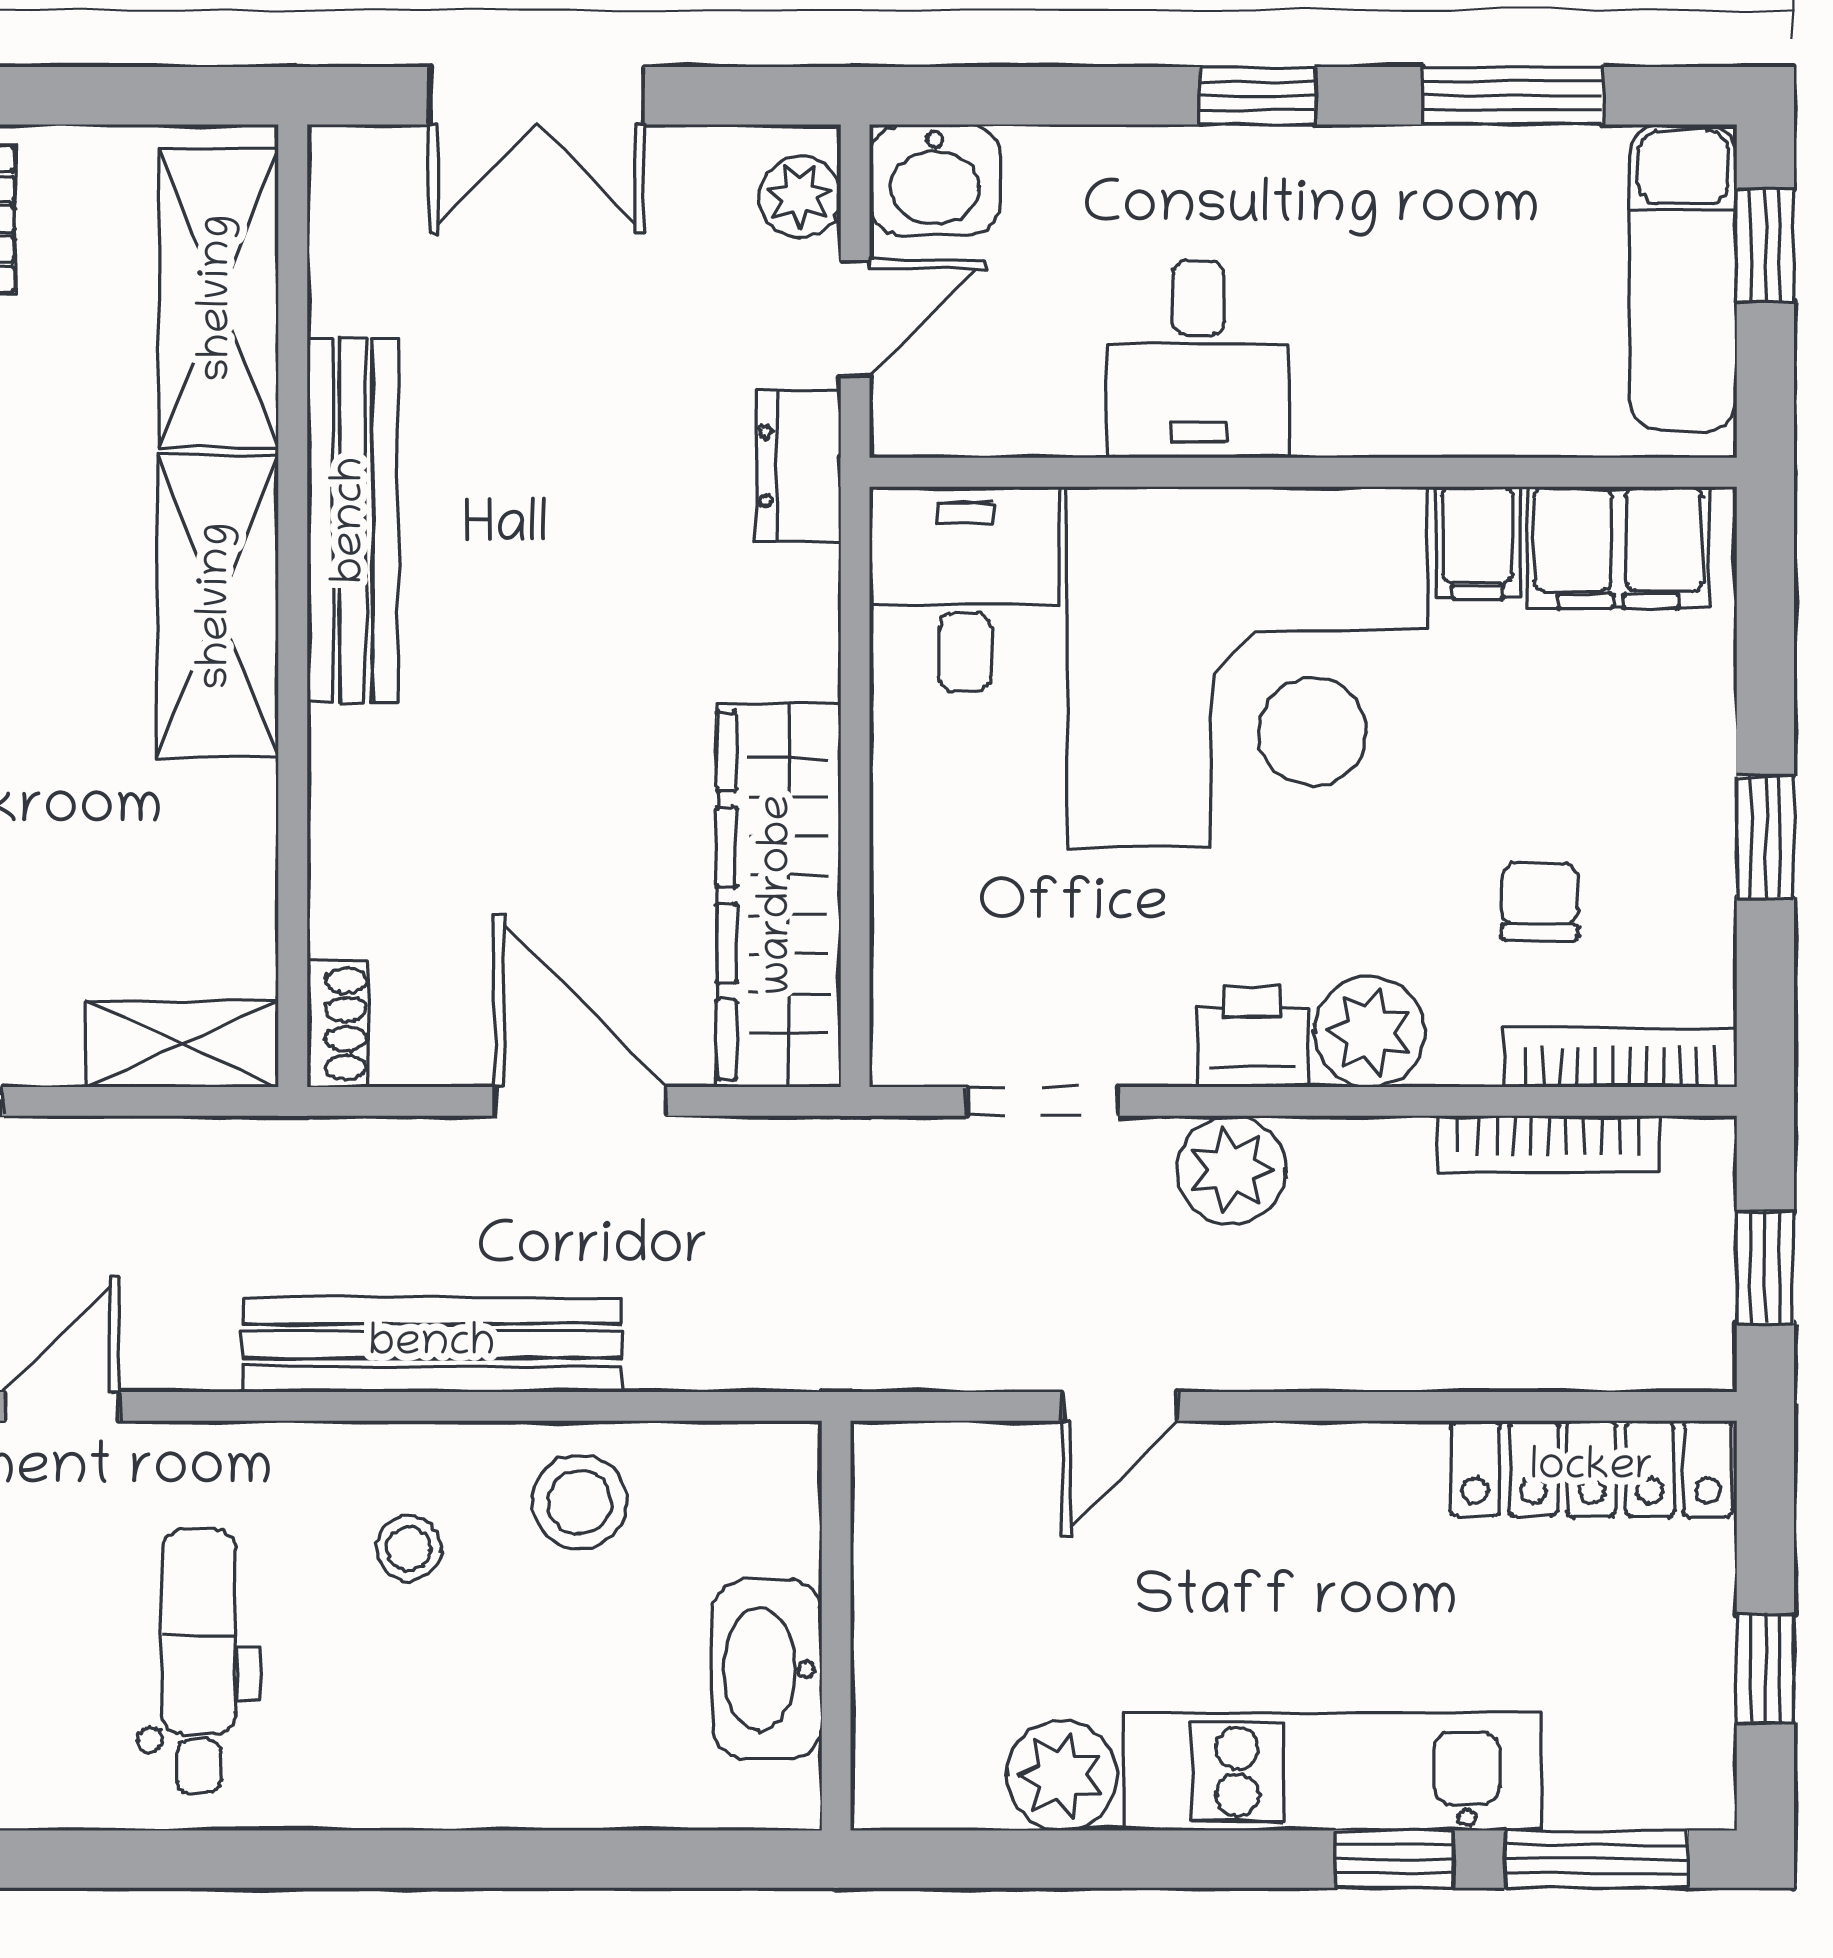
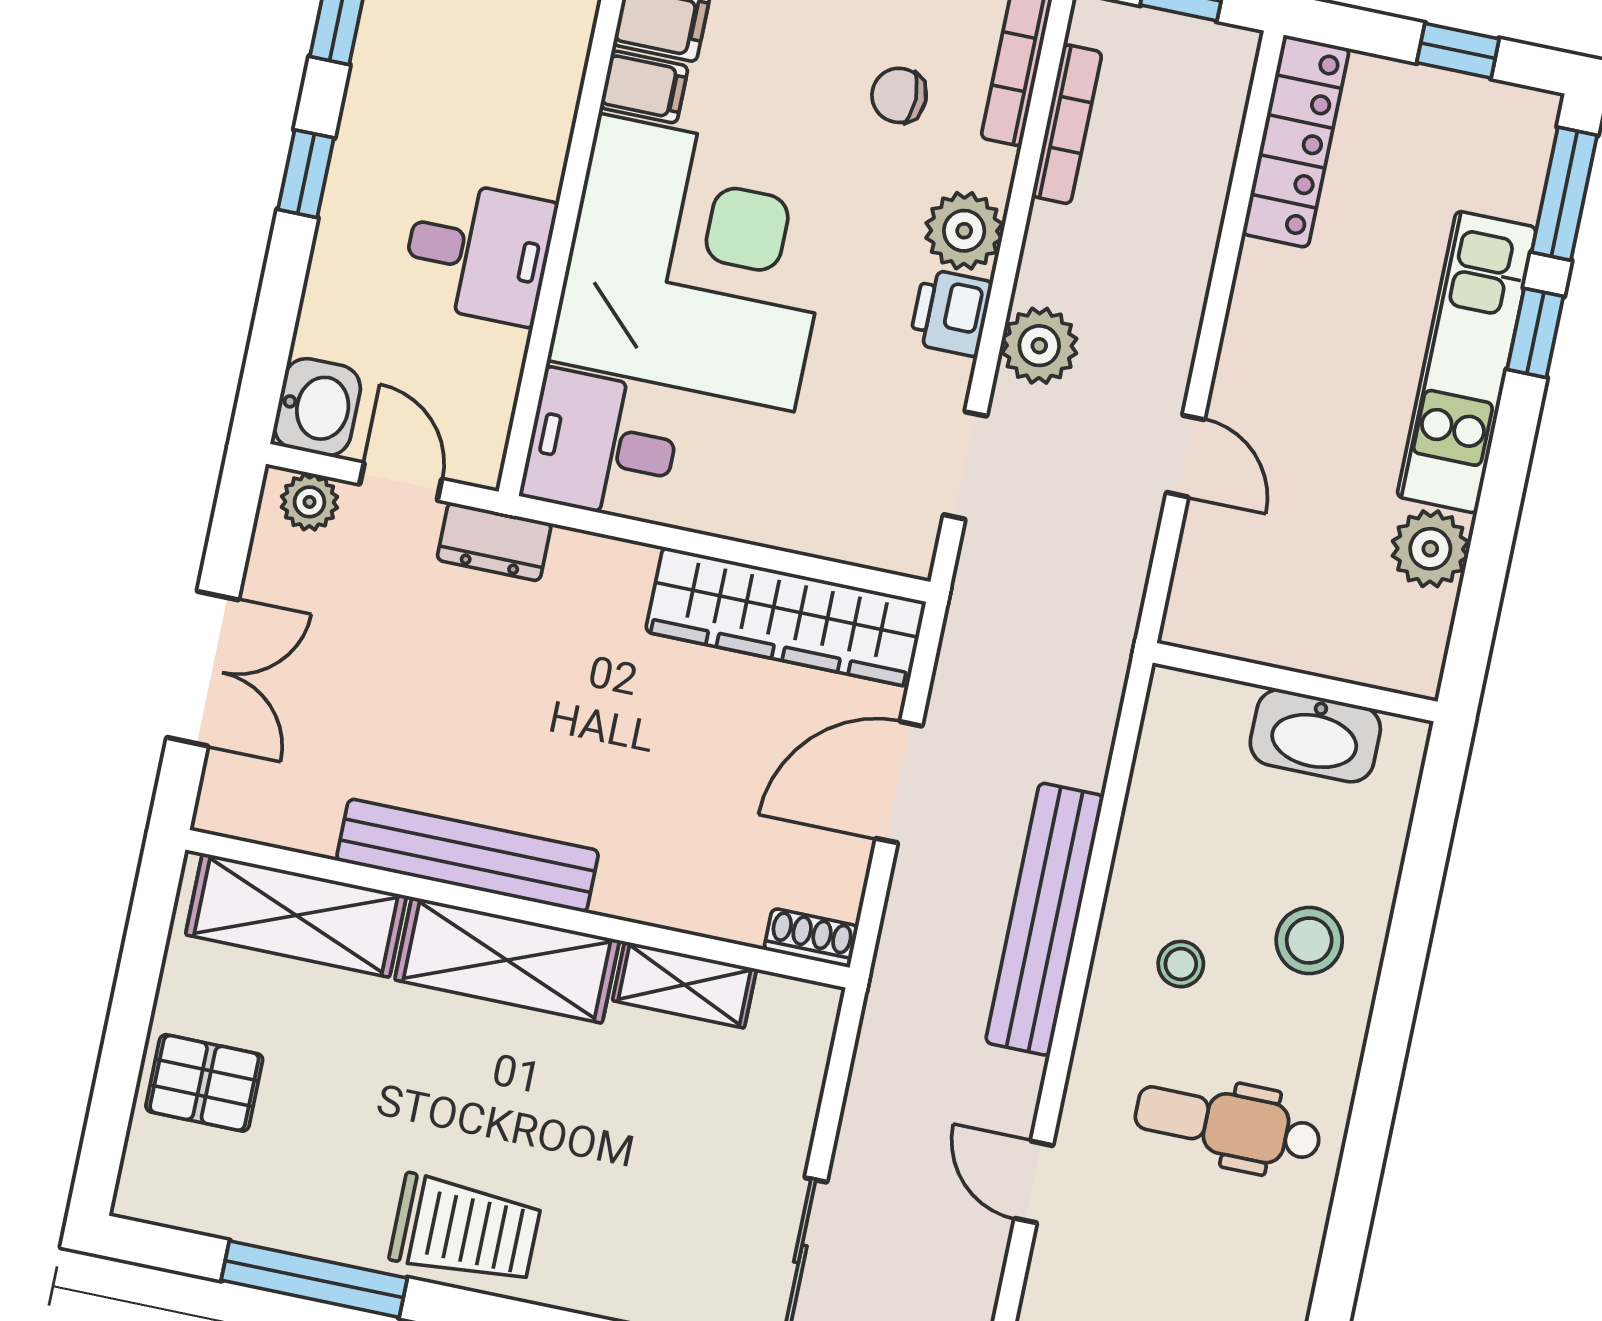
shelving: (182, 1044) -> (685, 985), moved, turned 90
stool: (579, 1502) -> (1309, 940), moved

